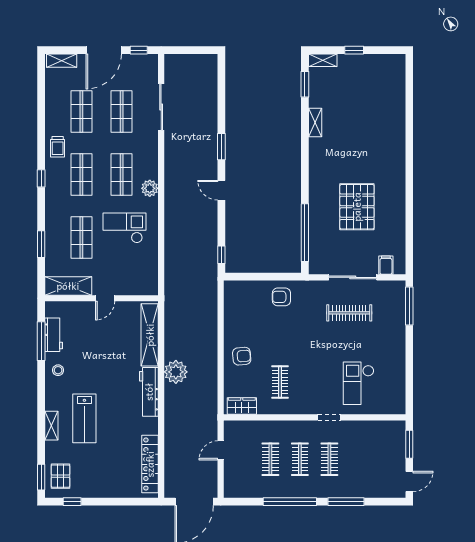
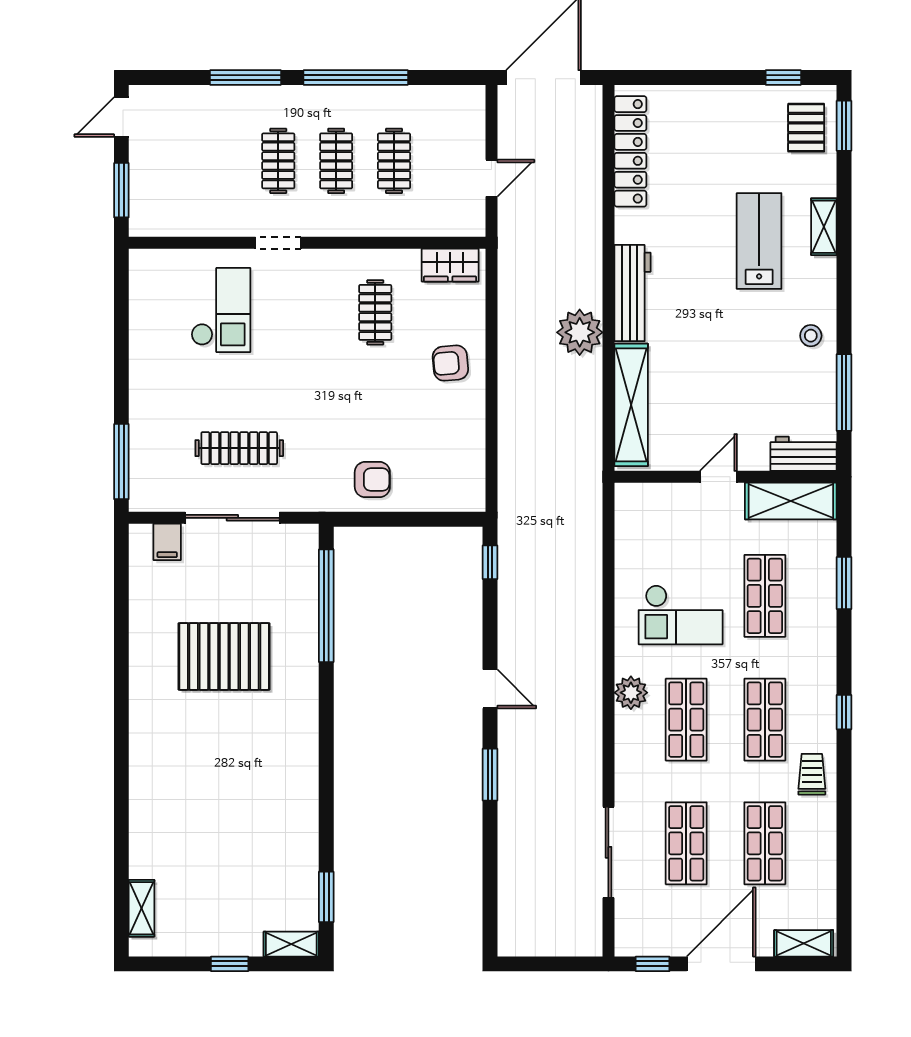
shelving: (315, 123) -> (142, 908), moved
pallet: (357, 207) -> (224, 656), turned 90
workbench: (54, 335) -> (804, 454), moved, turned 90

